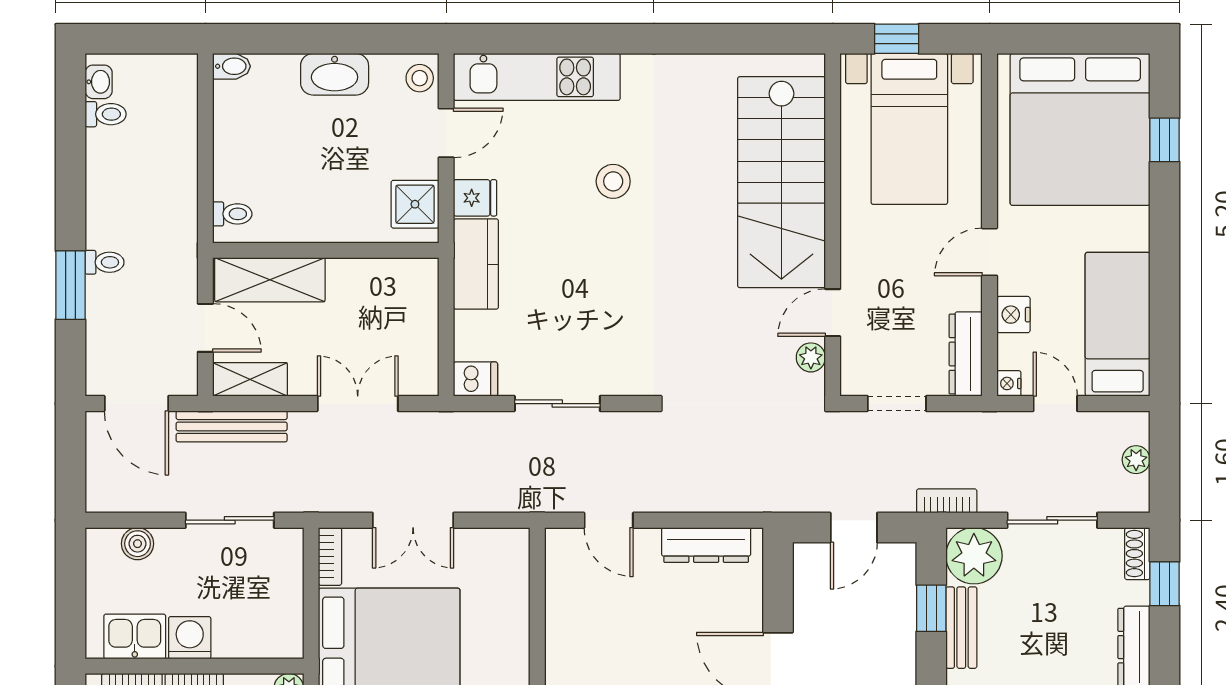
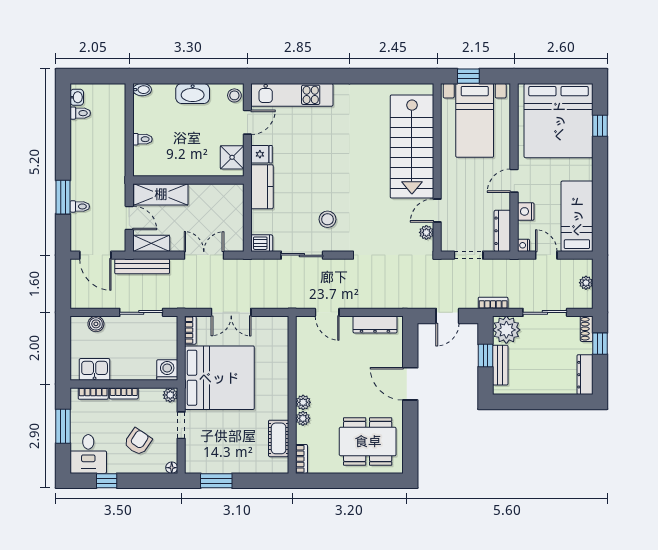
stool: (613, 181) -> (328, 219), moved
toilet: (232, 214) -> (142, 139), moved
toilet: (105, 262) -> (80, 206), moved
washing machine: (190, 638) -> (167, 370), moved

